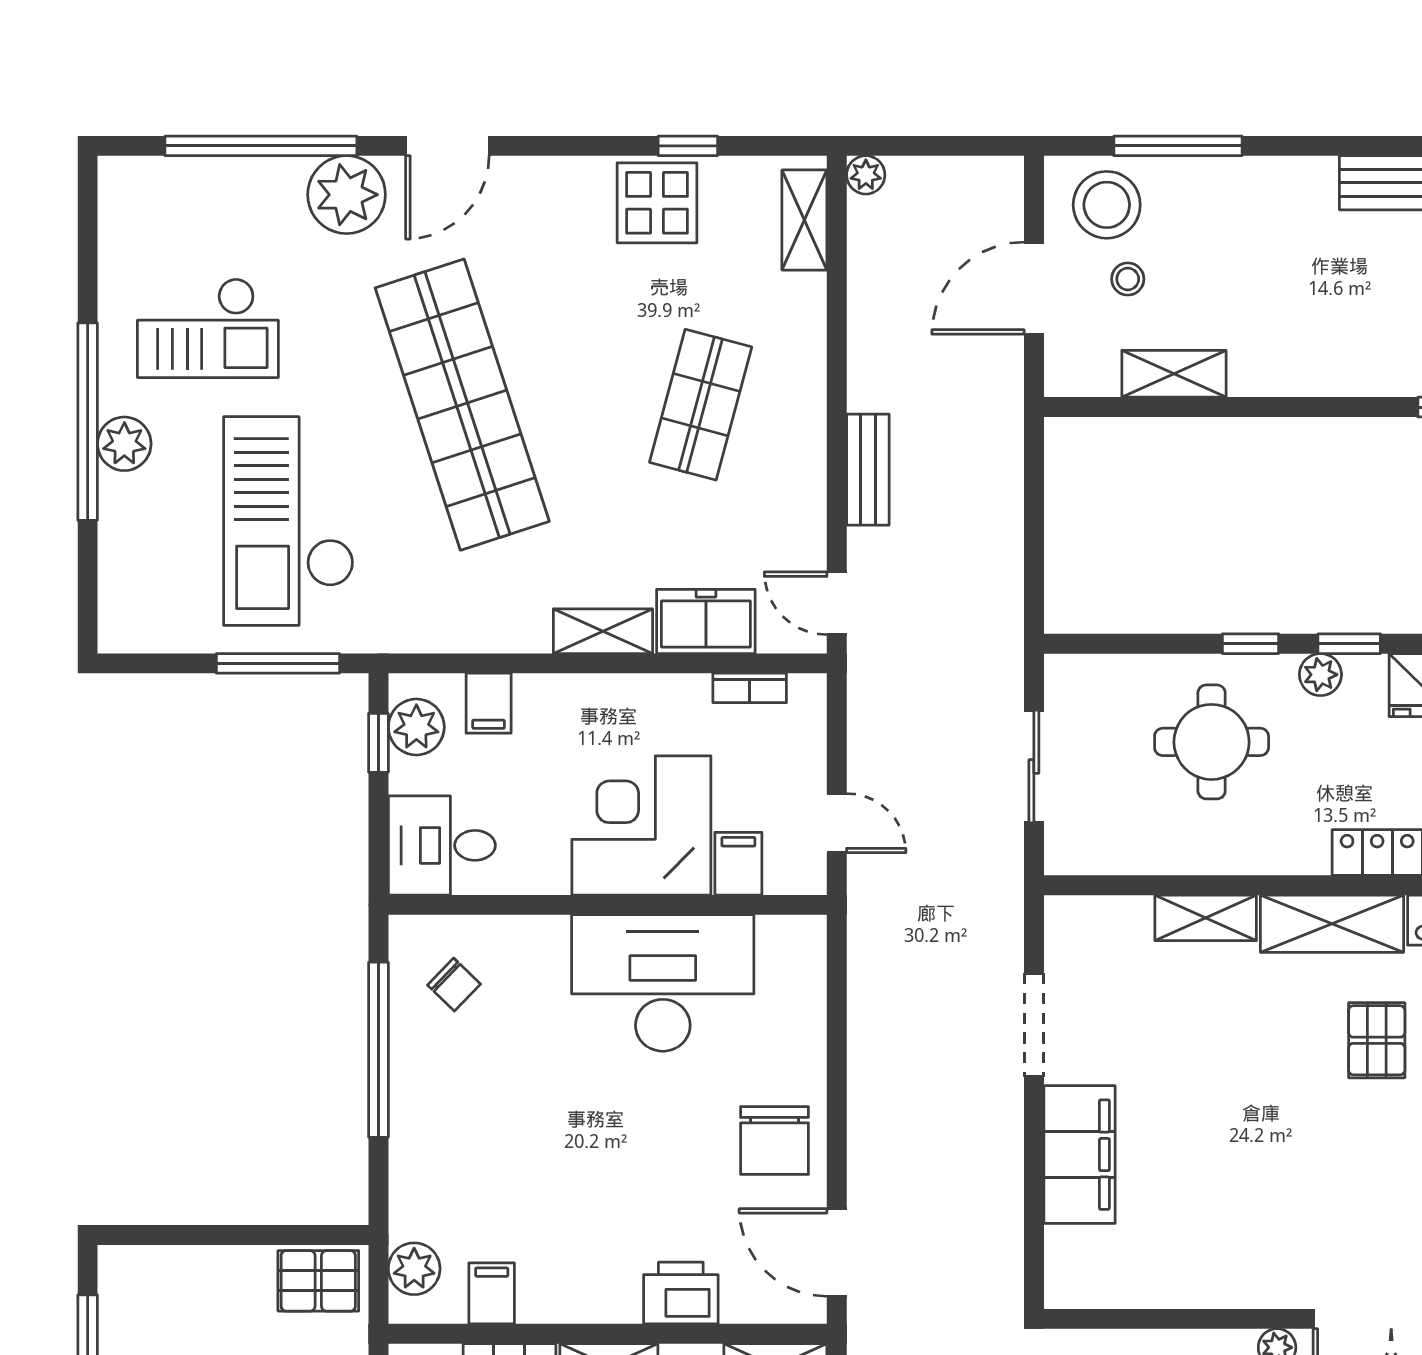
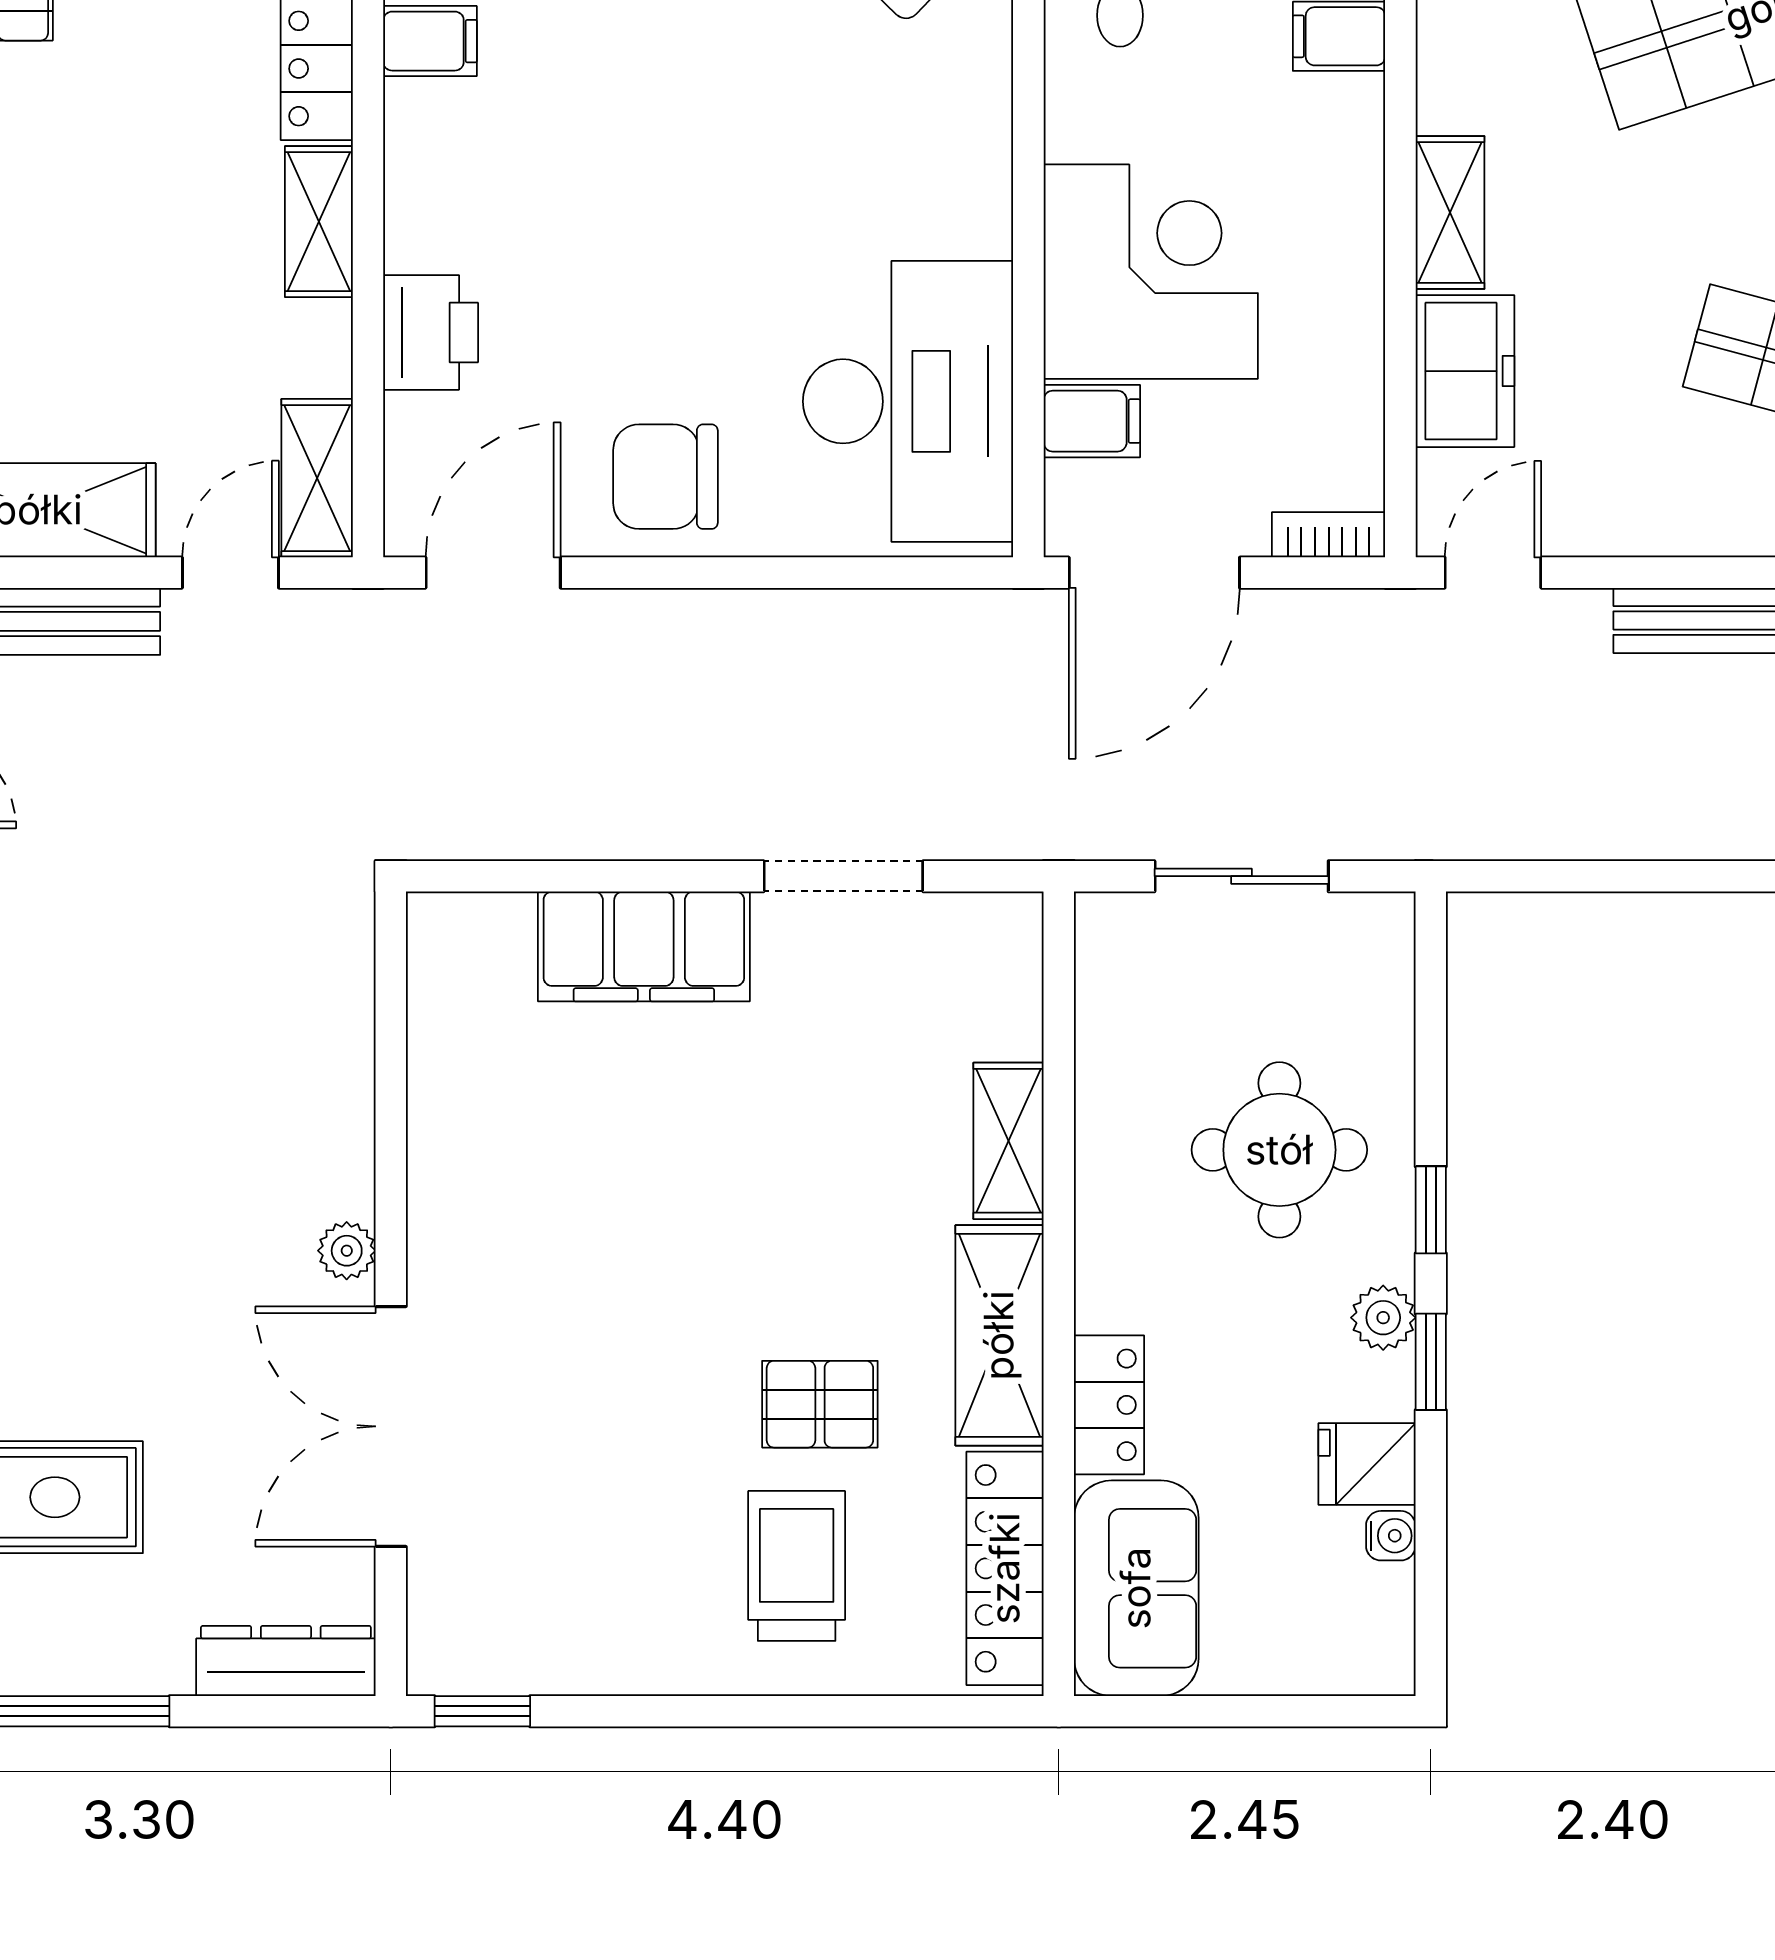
bookcase: (750, 688) -> (1329, 535), moved, turned 90
door: (837, 823) -> (1154, 573), width x1.87
desk: (663, 983) -> (908, 401), moved

